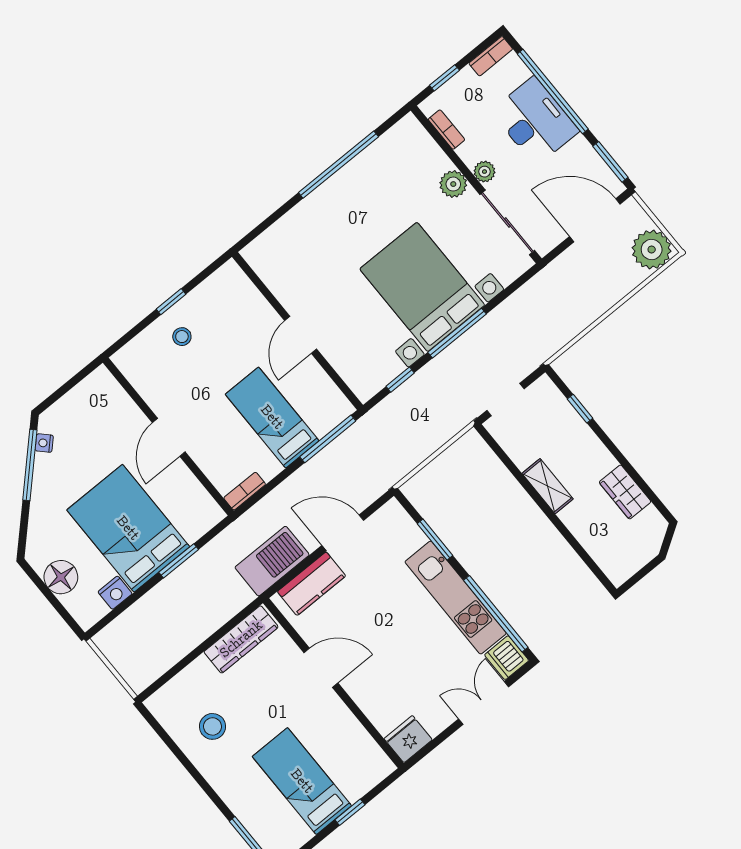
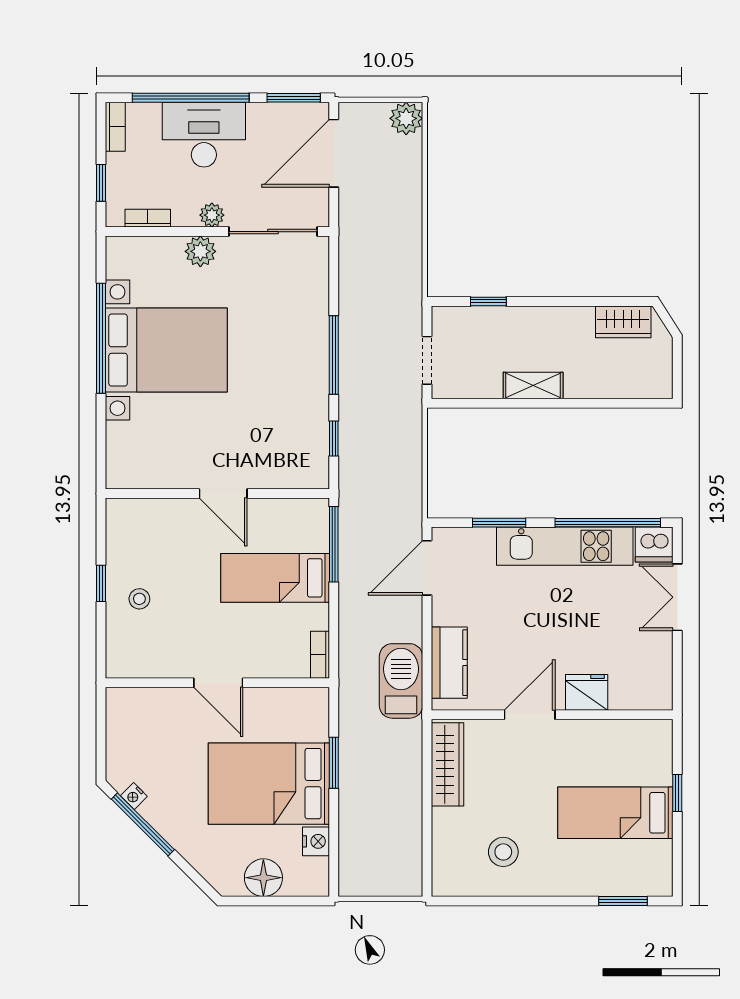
plant: (652, 249) -> (406, 118), width x0.73, depth x0.73
bed with nightstands: (422, 287) -> (166, 350), moved, turned 180
wardrobe: (625, 492) -> (623, 322), moved
door: (343, 533) -> (427, 568), moved
fridge: (408, 739) -> (587, 692), moved, turned 90

